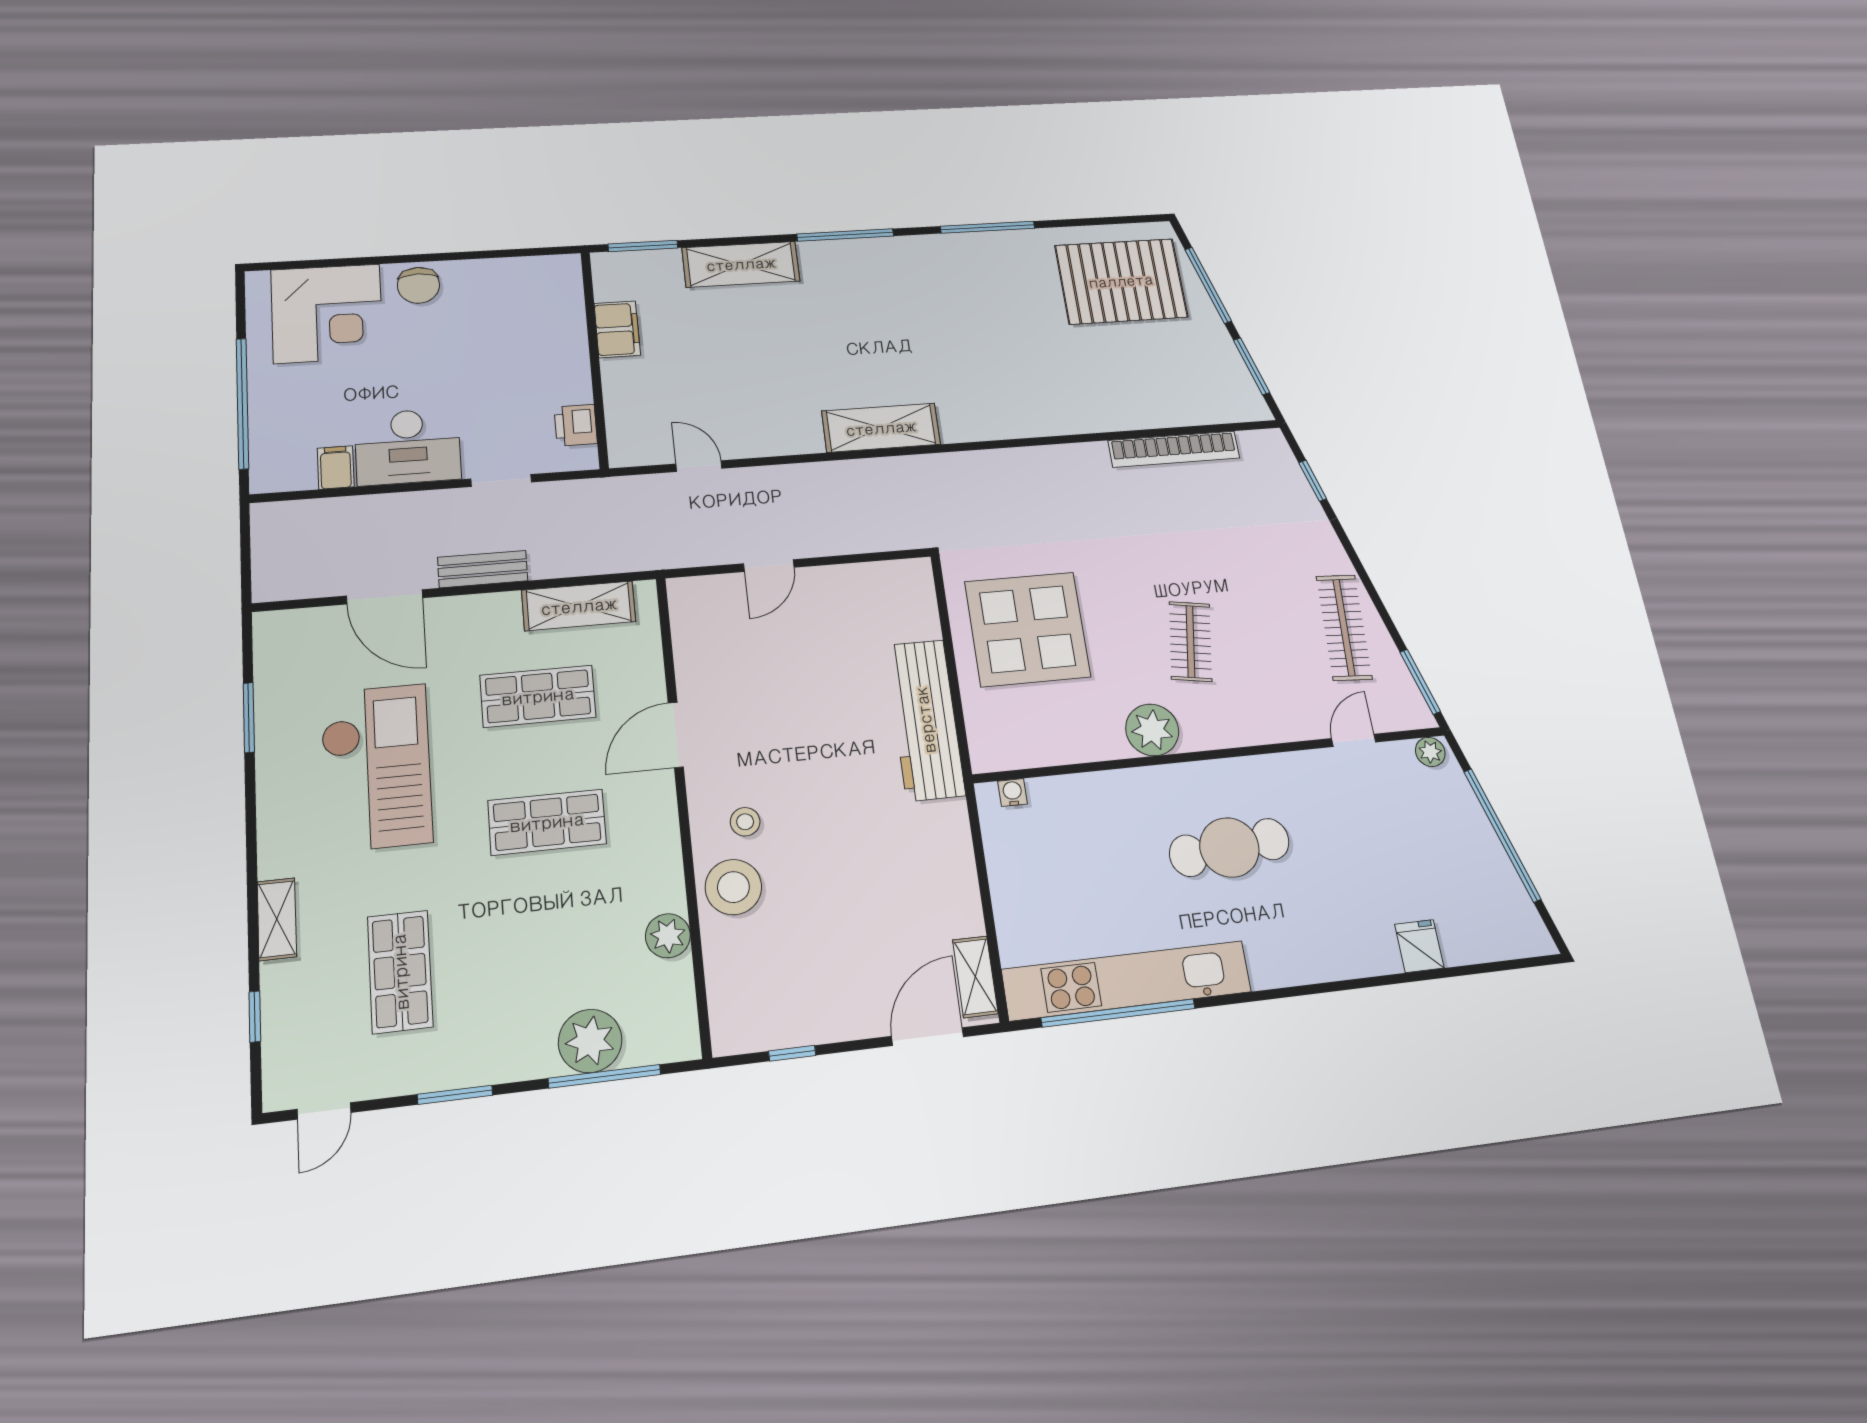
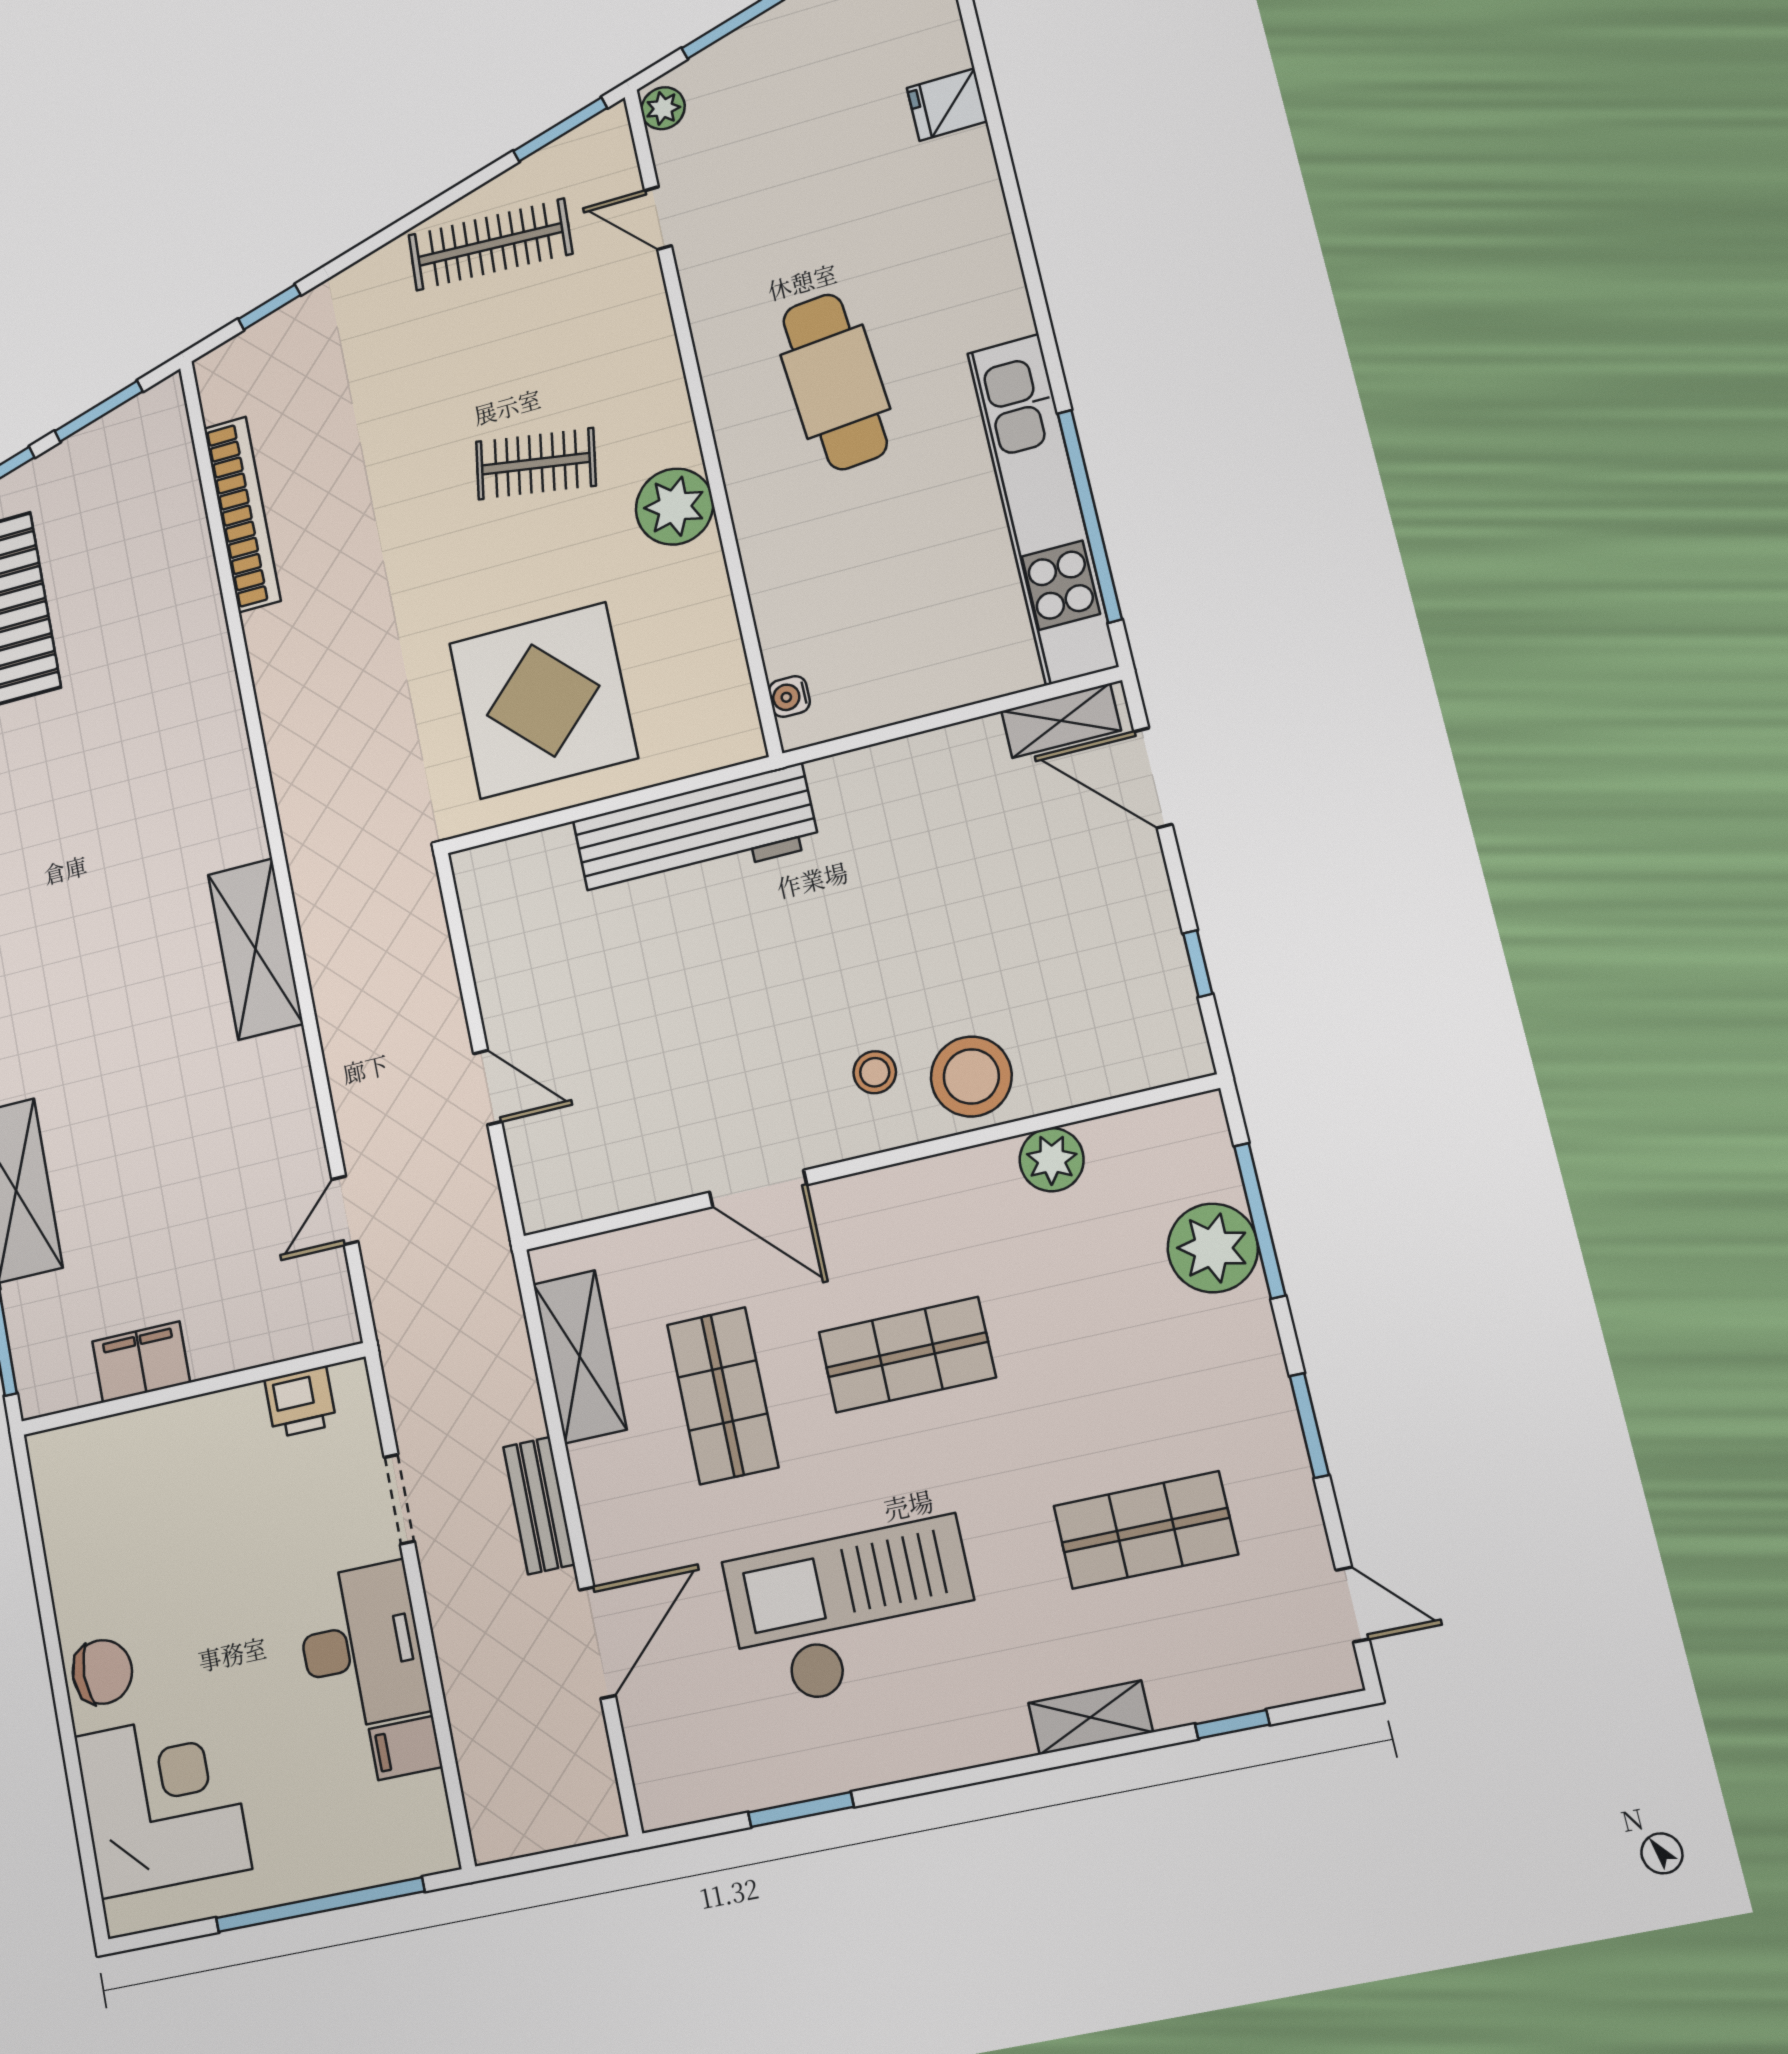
shop shelf: (547, 822) -> (907, 1355), turned 90

